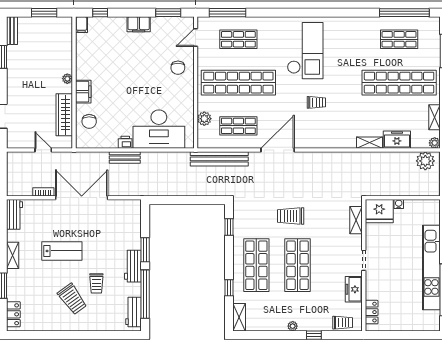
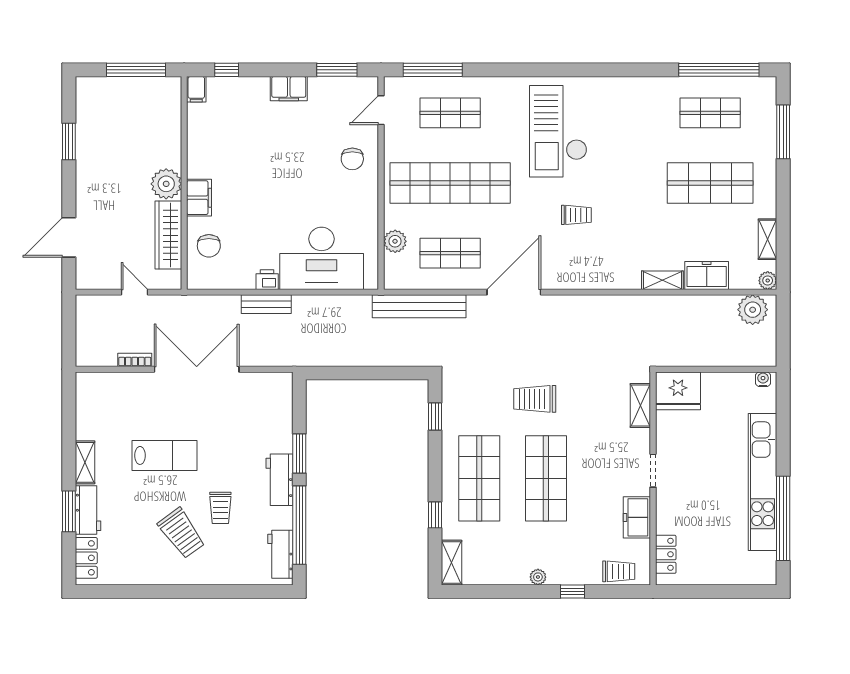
window: (44, 13) -> (136, 70), width x1.44
bench: (12, 31) -> (84, 99), removed
checkout: (305, 51) -> (558, 131), turned 180
plant: (67, 79) -> (166, 184), width x1.88, depth x1.88
shop shelf: (399, 83) -> (710, 183), width x0.71
water cooler: (399, 204) -> (763, 379), moved
workbench: (15, 214) -> (88, 510), moved

